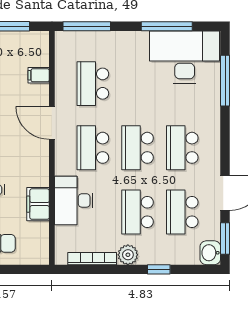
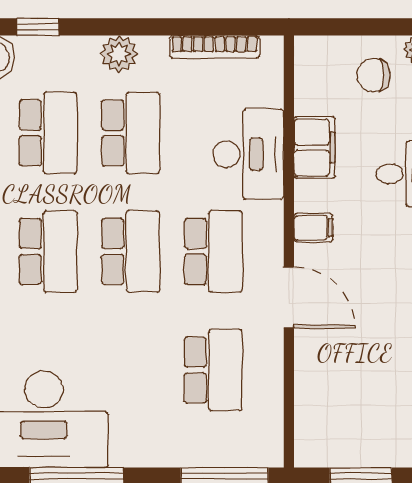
filing cabinet: (39, 75) -> (313, 228), moved
plant: (128, 255) -> (119, 54), moved
window: (159, 269) -> (38, 27), moved

